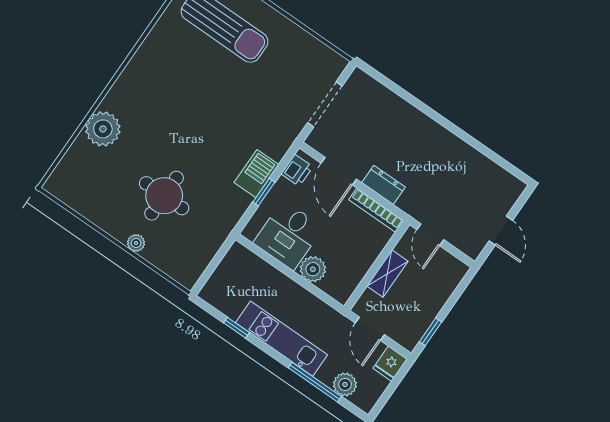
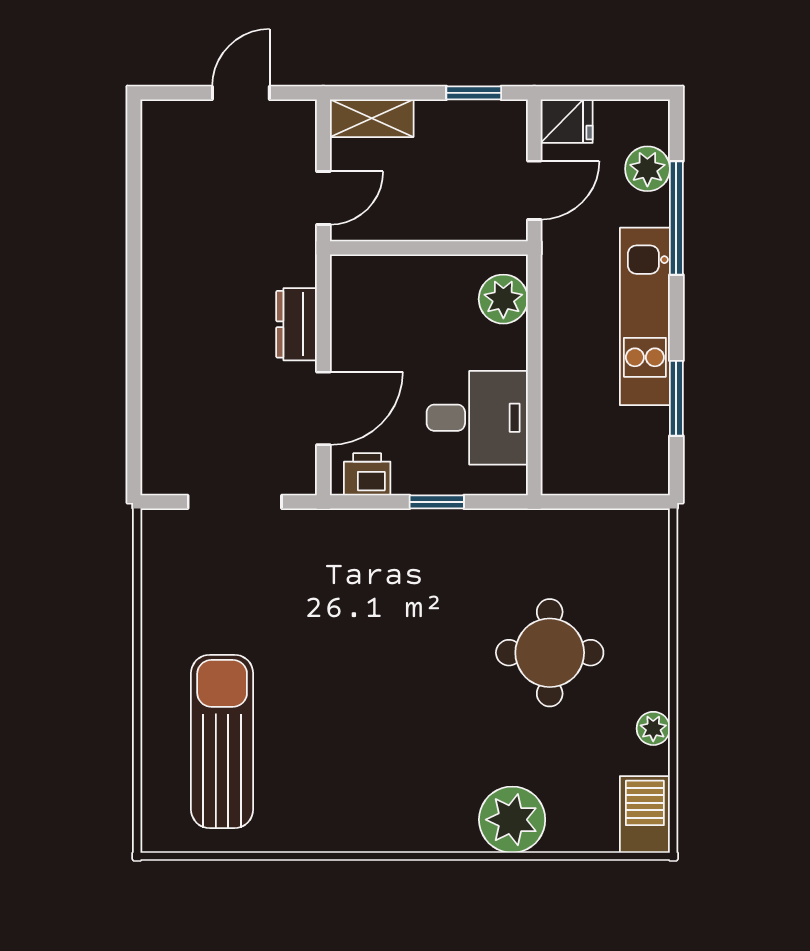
barbecue: (256, 174) -> (645, 814), moved, turned 90
bookcase: (376, 210) -> (344, 308), removed
plant: (136, 243) -> (653, 728), moved
plant: (313, 269) -> (503, 299), moved
shelving: (387, 274) -> (372, 118), moved
window: (236, 328) -> (676, 398), width x1.50

